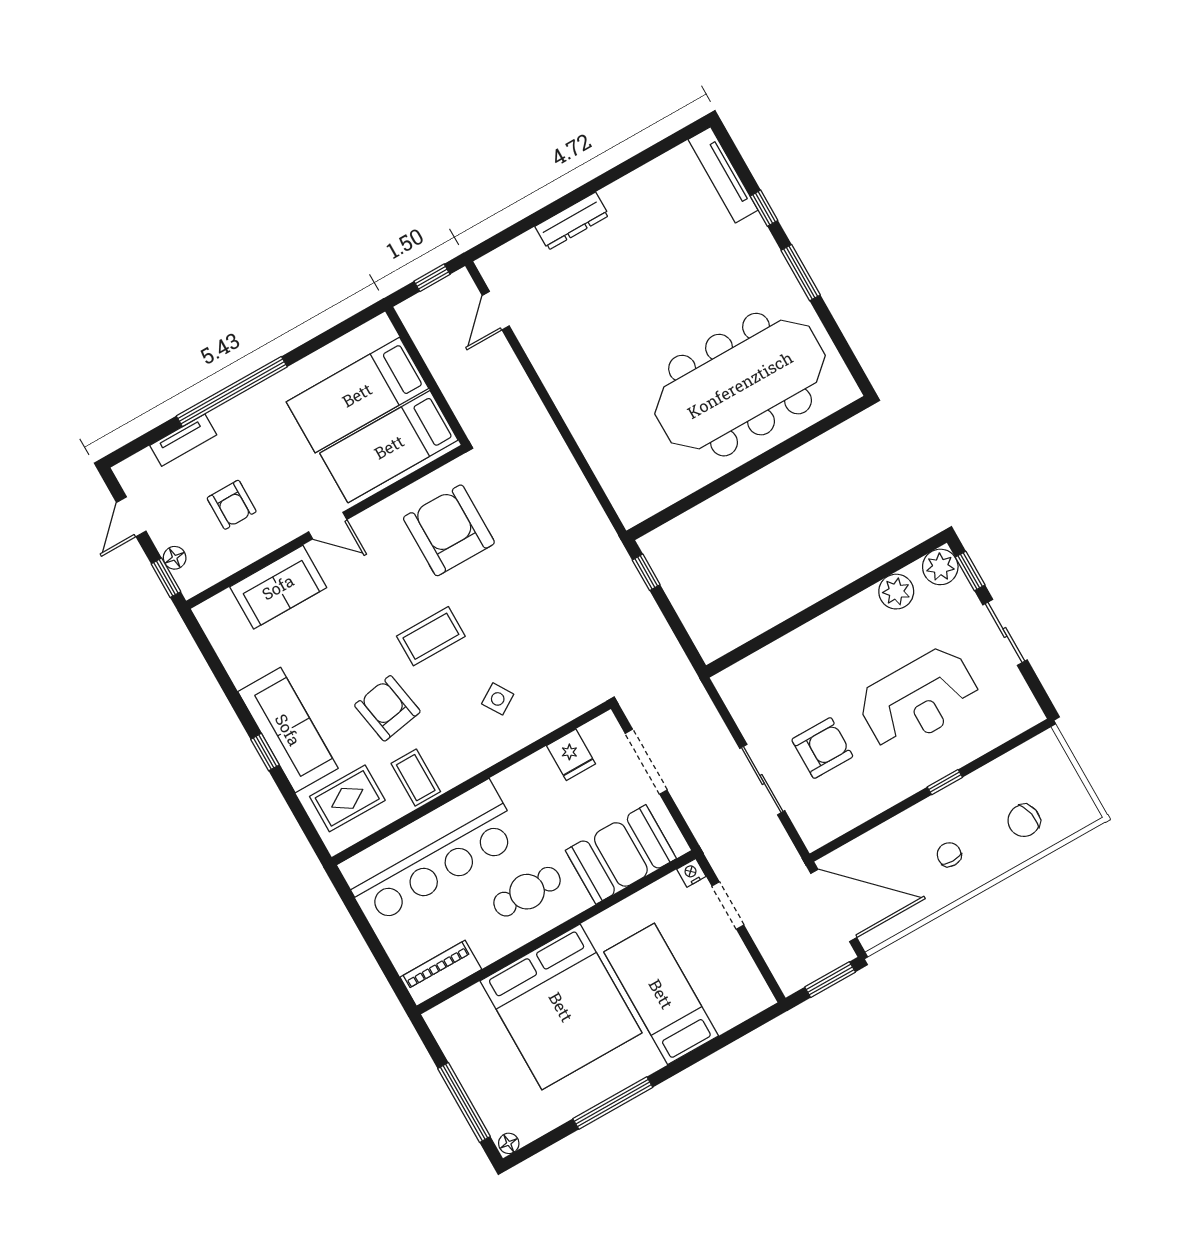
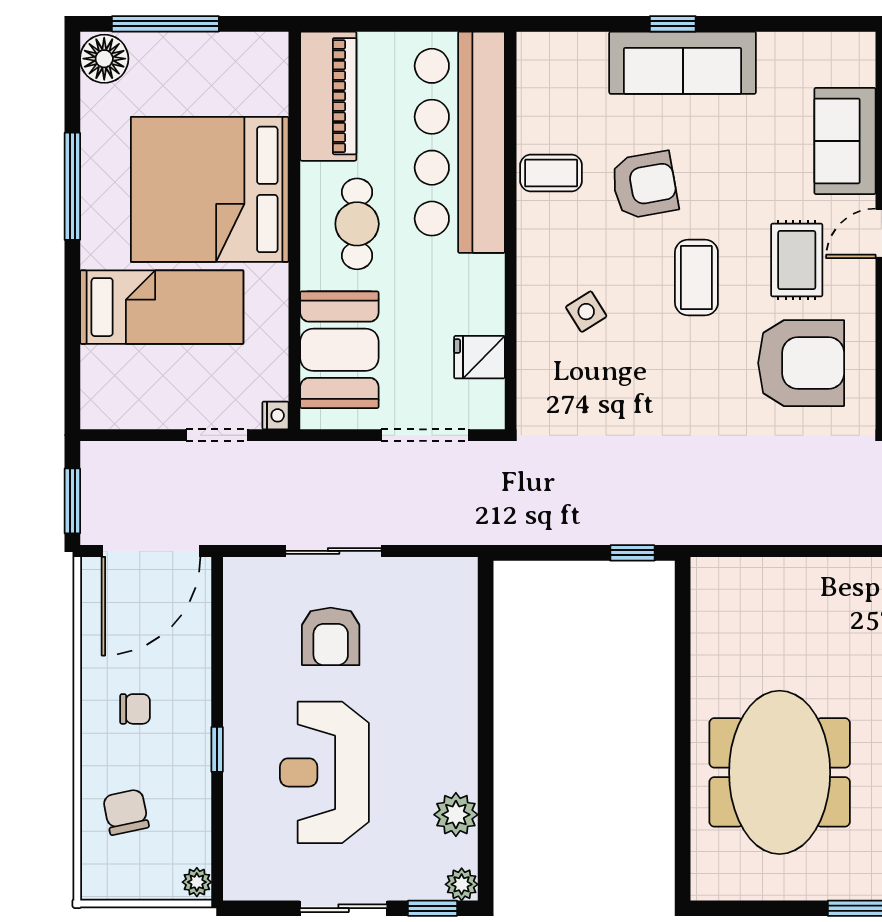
meeting table: (740, 385) -> (780, 772), width x0.73
plant: (940, 567) -> (462, 884), width x0.73, depth x0.73
plant: (1044, 744) -> (197, 882), added
rug: (347, 798) -> (797, 260), moved
piano: (441, 973) -> (328, 96), width x1.37, depth x1.33
floor lamp: (509, 1143) -> (104, 59), width x1.89, depth x1.89

